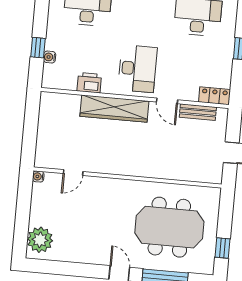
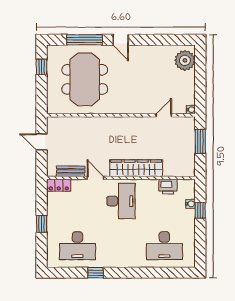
desk: (137, 69) -> (121, 201), turned 180
printer: (89, 83) -> (168, 187), moved
window: (30, 135) -> (200, 141), added
meeting table: (169, 227) -> (85, 79), turned 90

